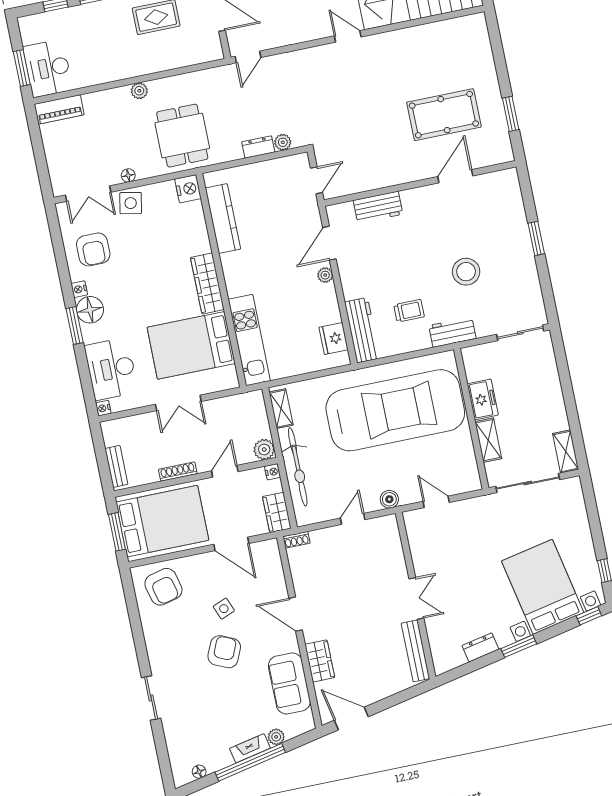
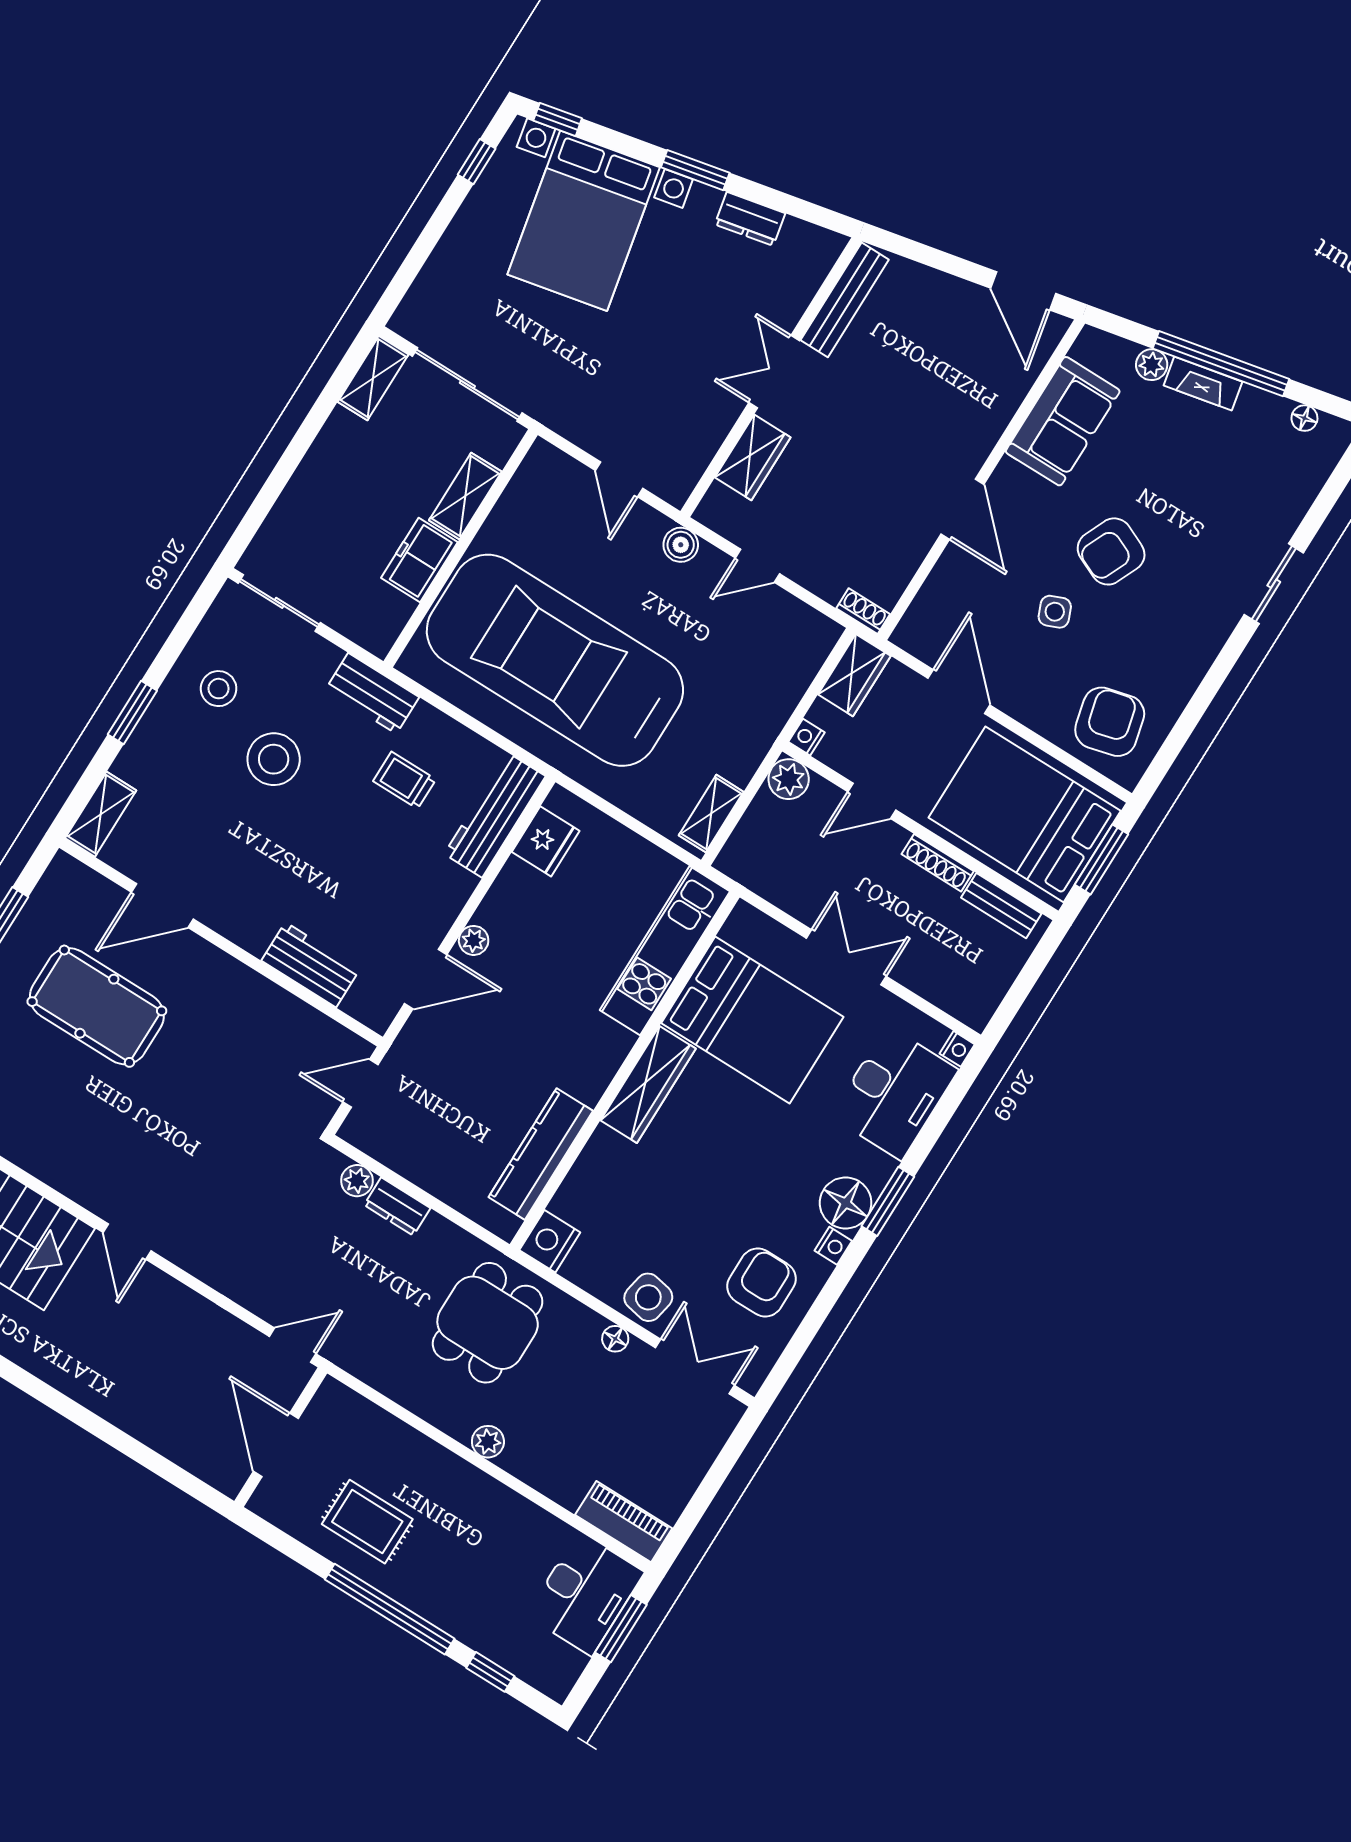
shelving: (512, 189) -> (101, 814), added
stool: (512, 278) -> (219, 689), added
bench: (116, 466) -> (1001, 906), moved, turned 90
bicycle: (298, 467) -> (765, 711), removed
wardrobe: (320, 661) -> (753, 457), moved, turned 180

